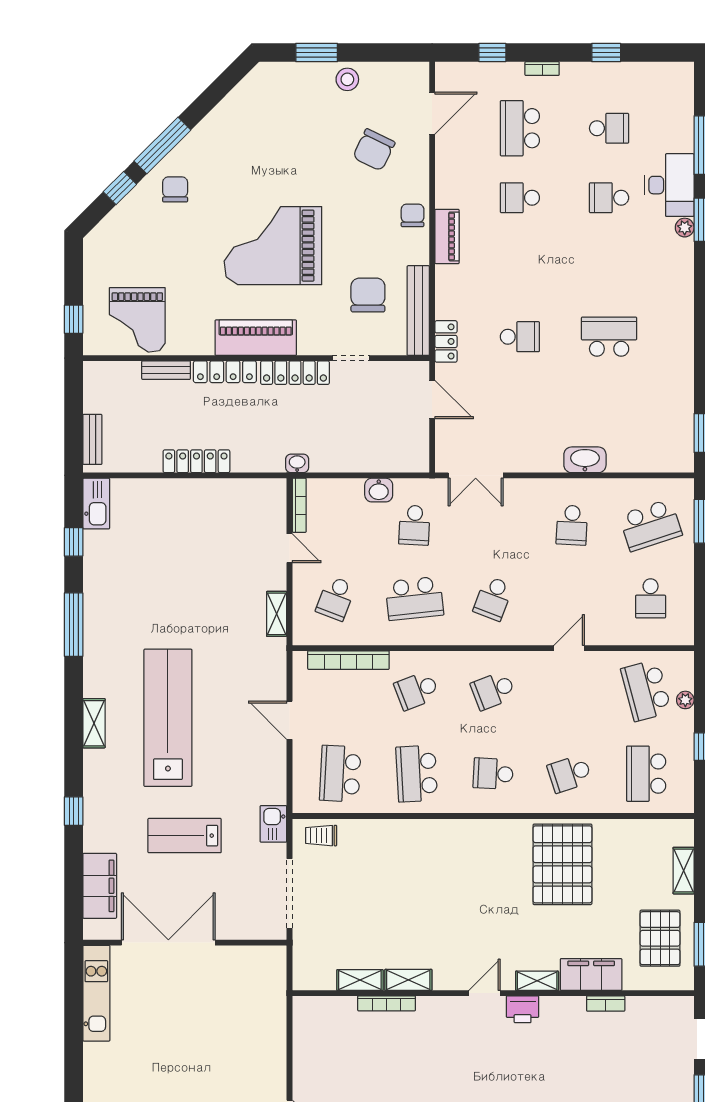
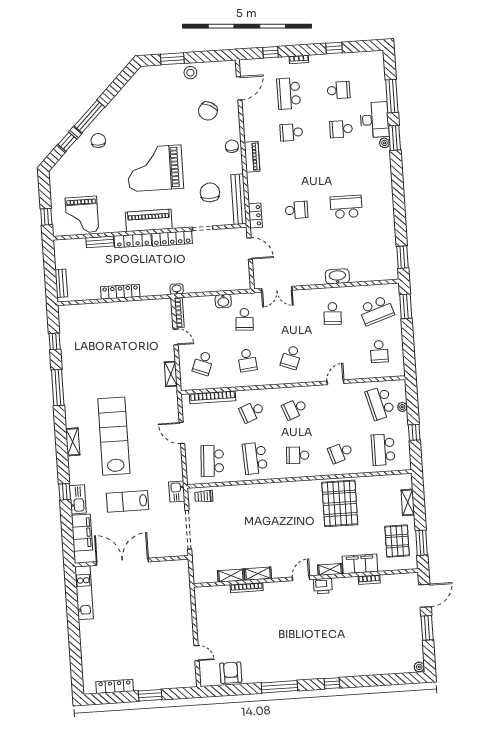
kitchen sink: (96, 504) -> (78, 499), moved
school desk: (414, 598) -> (247, 360), width x0.54

